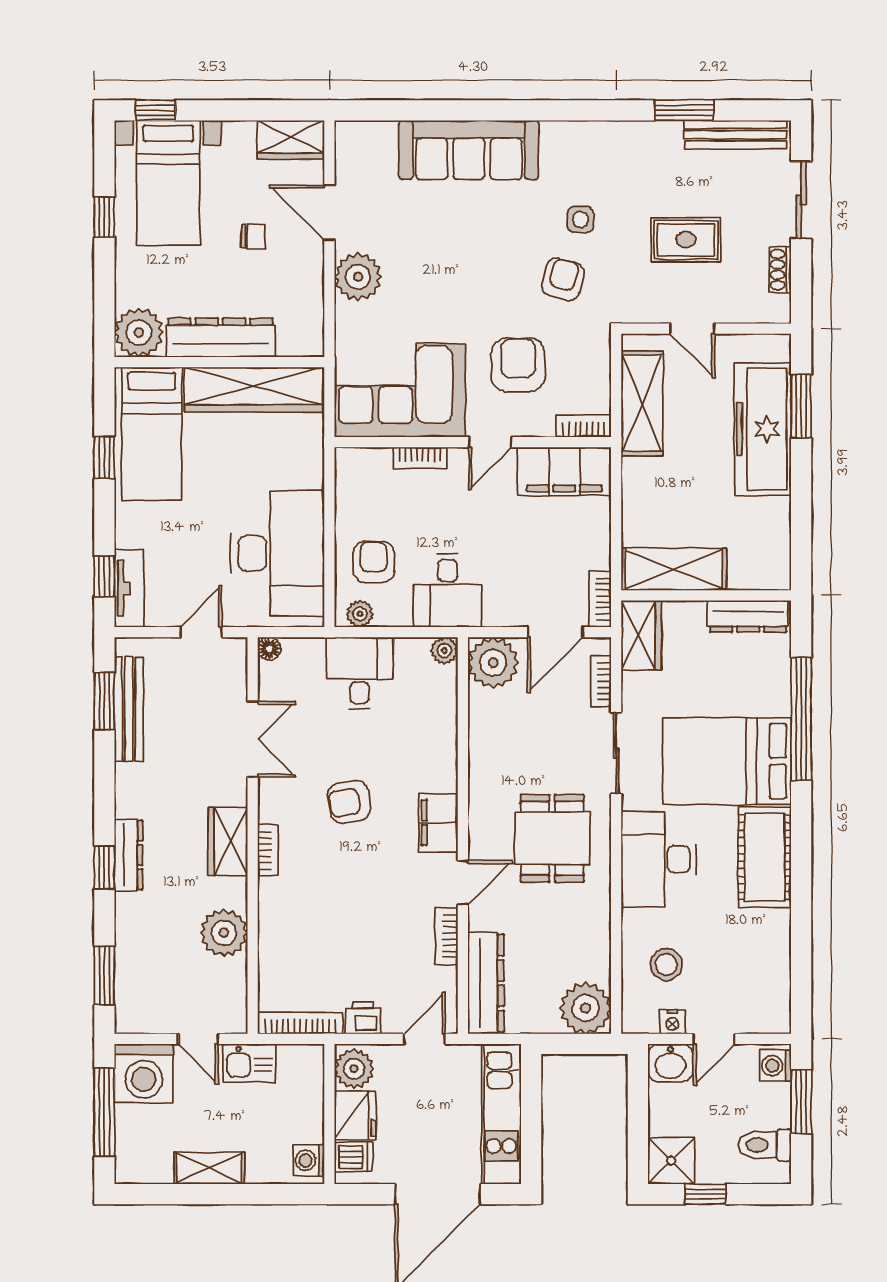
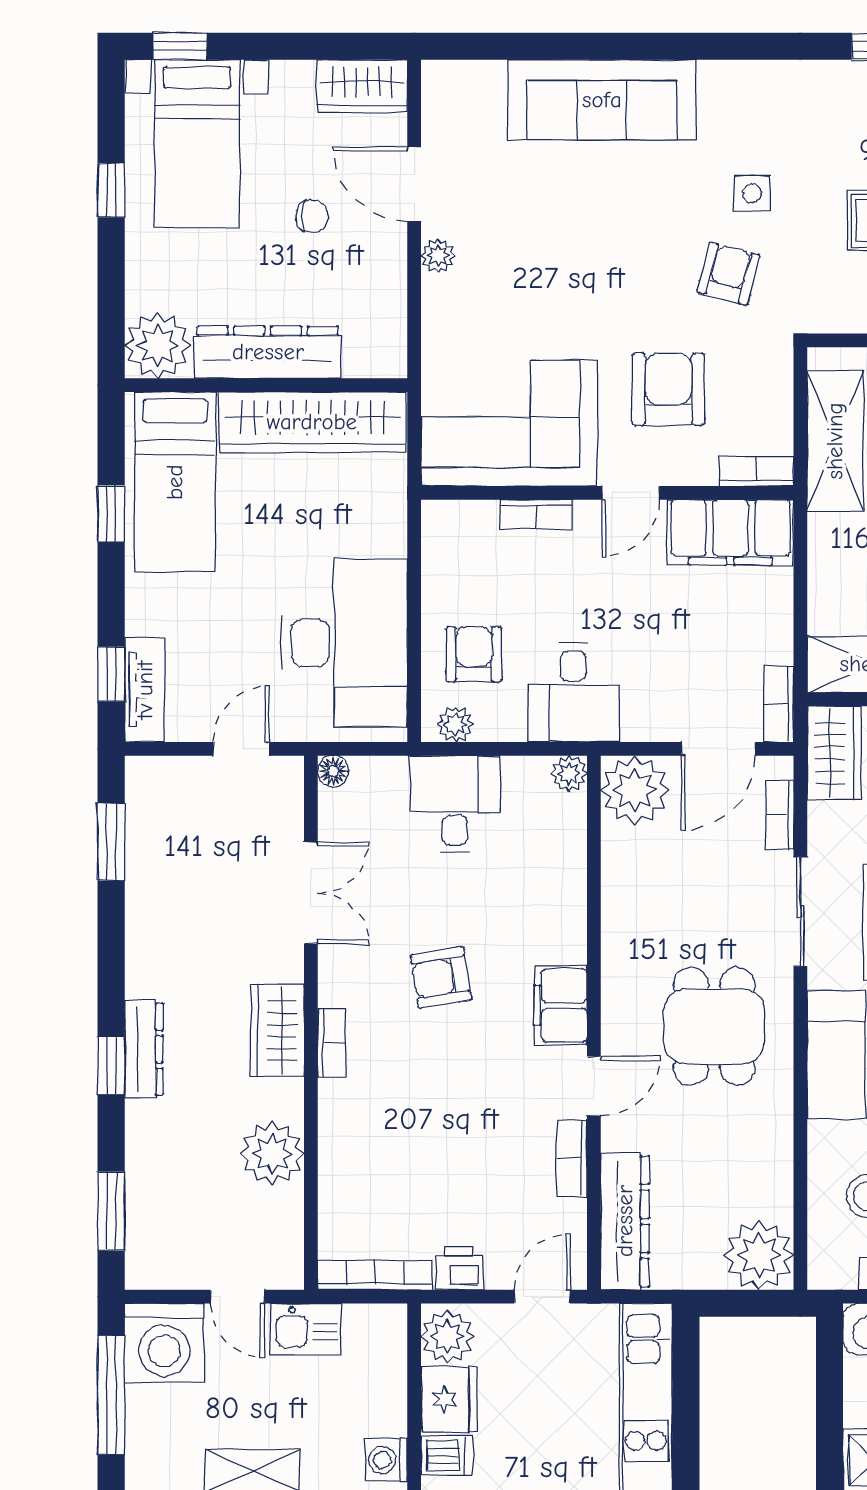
plant: (358, 277) -> (438, 256), width x0.53, depth x0.53
bench: (129, 709) -> (144, 852), removed

